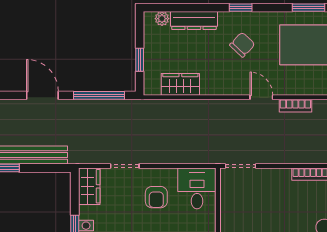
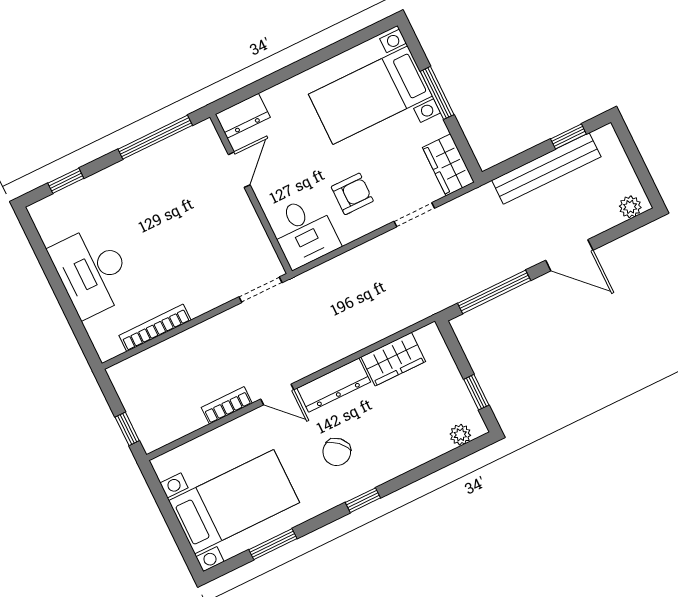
dresser: (194, 21) -> (334, 385), moved, turned 180
window: (140, 60) -> (476, 392), moved
armchair: (156, 197) -> (352, 194), turned 90

